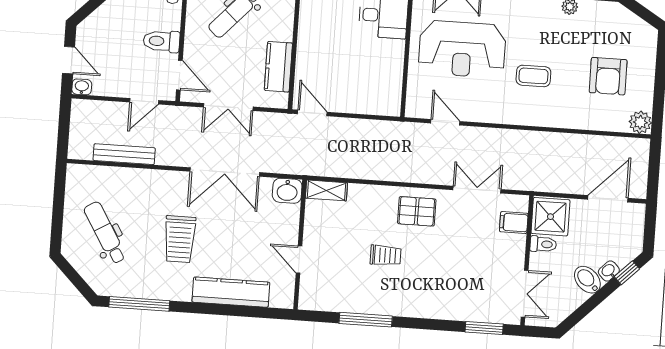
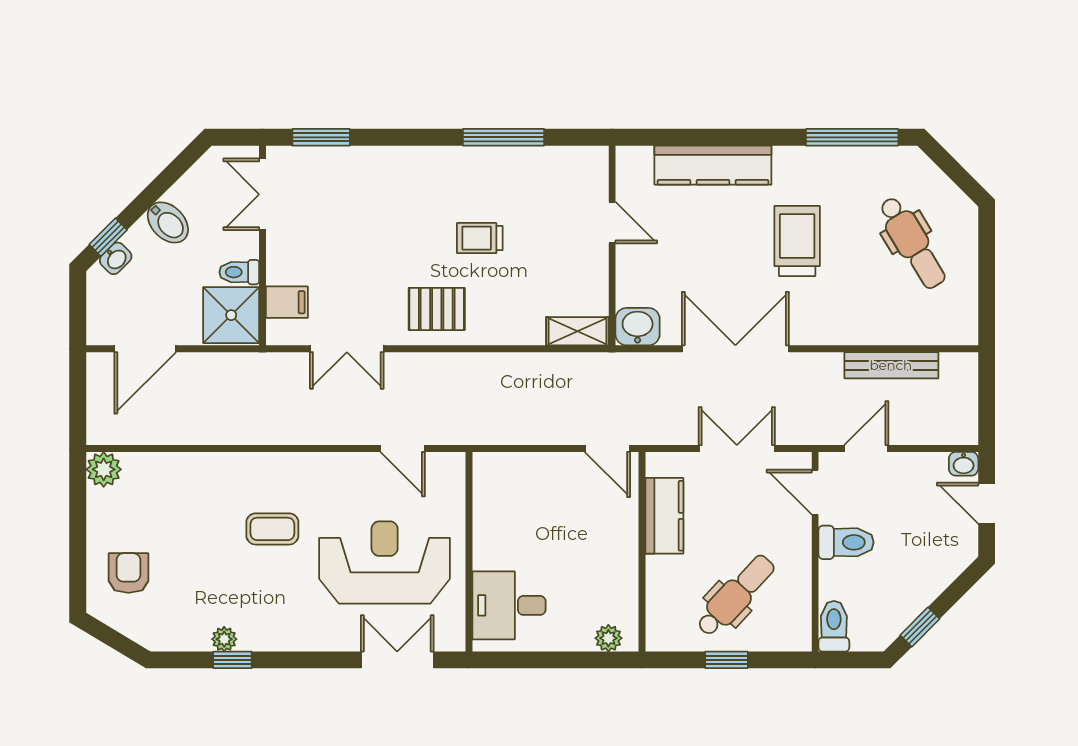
armchair: (608, 76) -> (128, 573), moved, width x0.72, depth x0.72
washbasin: (609, 271) -> (116, 258), moved

